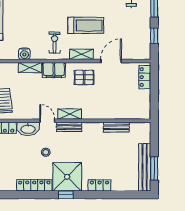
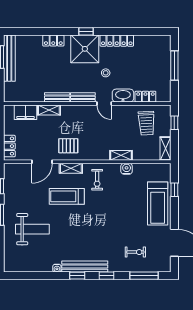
filing cabinet: (54, 70) -> (26, 112), moved, turned 180
shelving: (70, 114) -> (49, 110), moved
bench: (116, 127) -> (57, 97), moved

